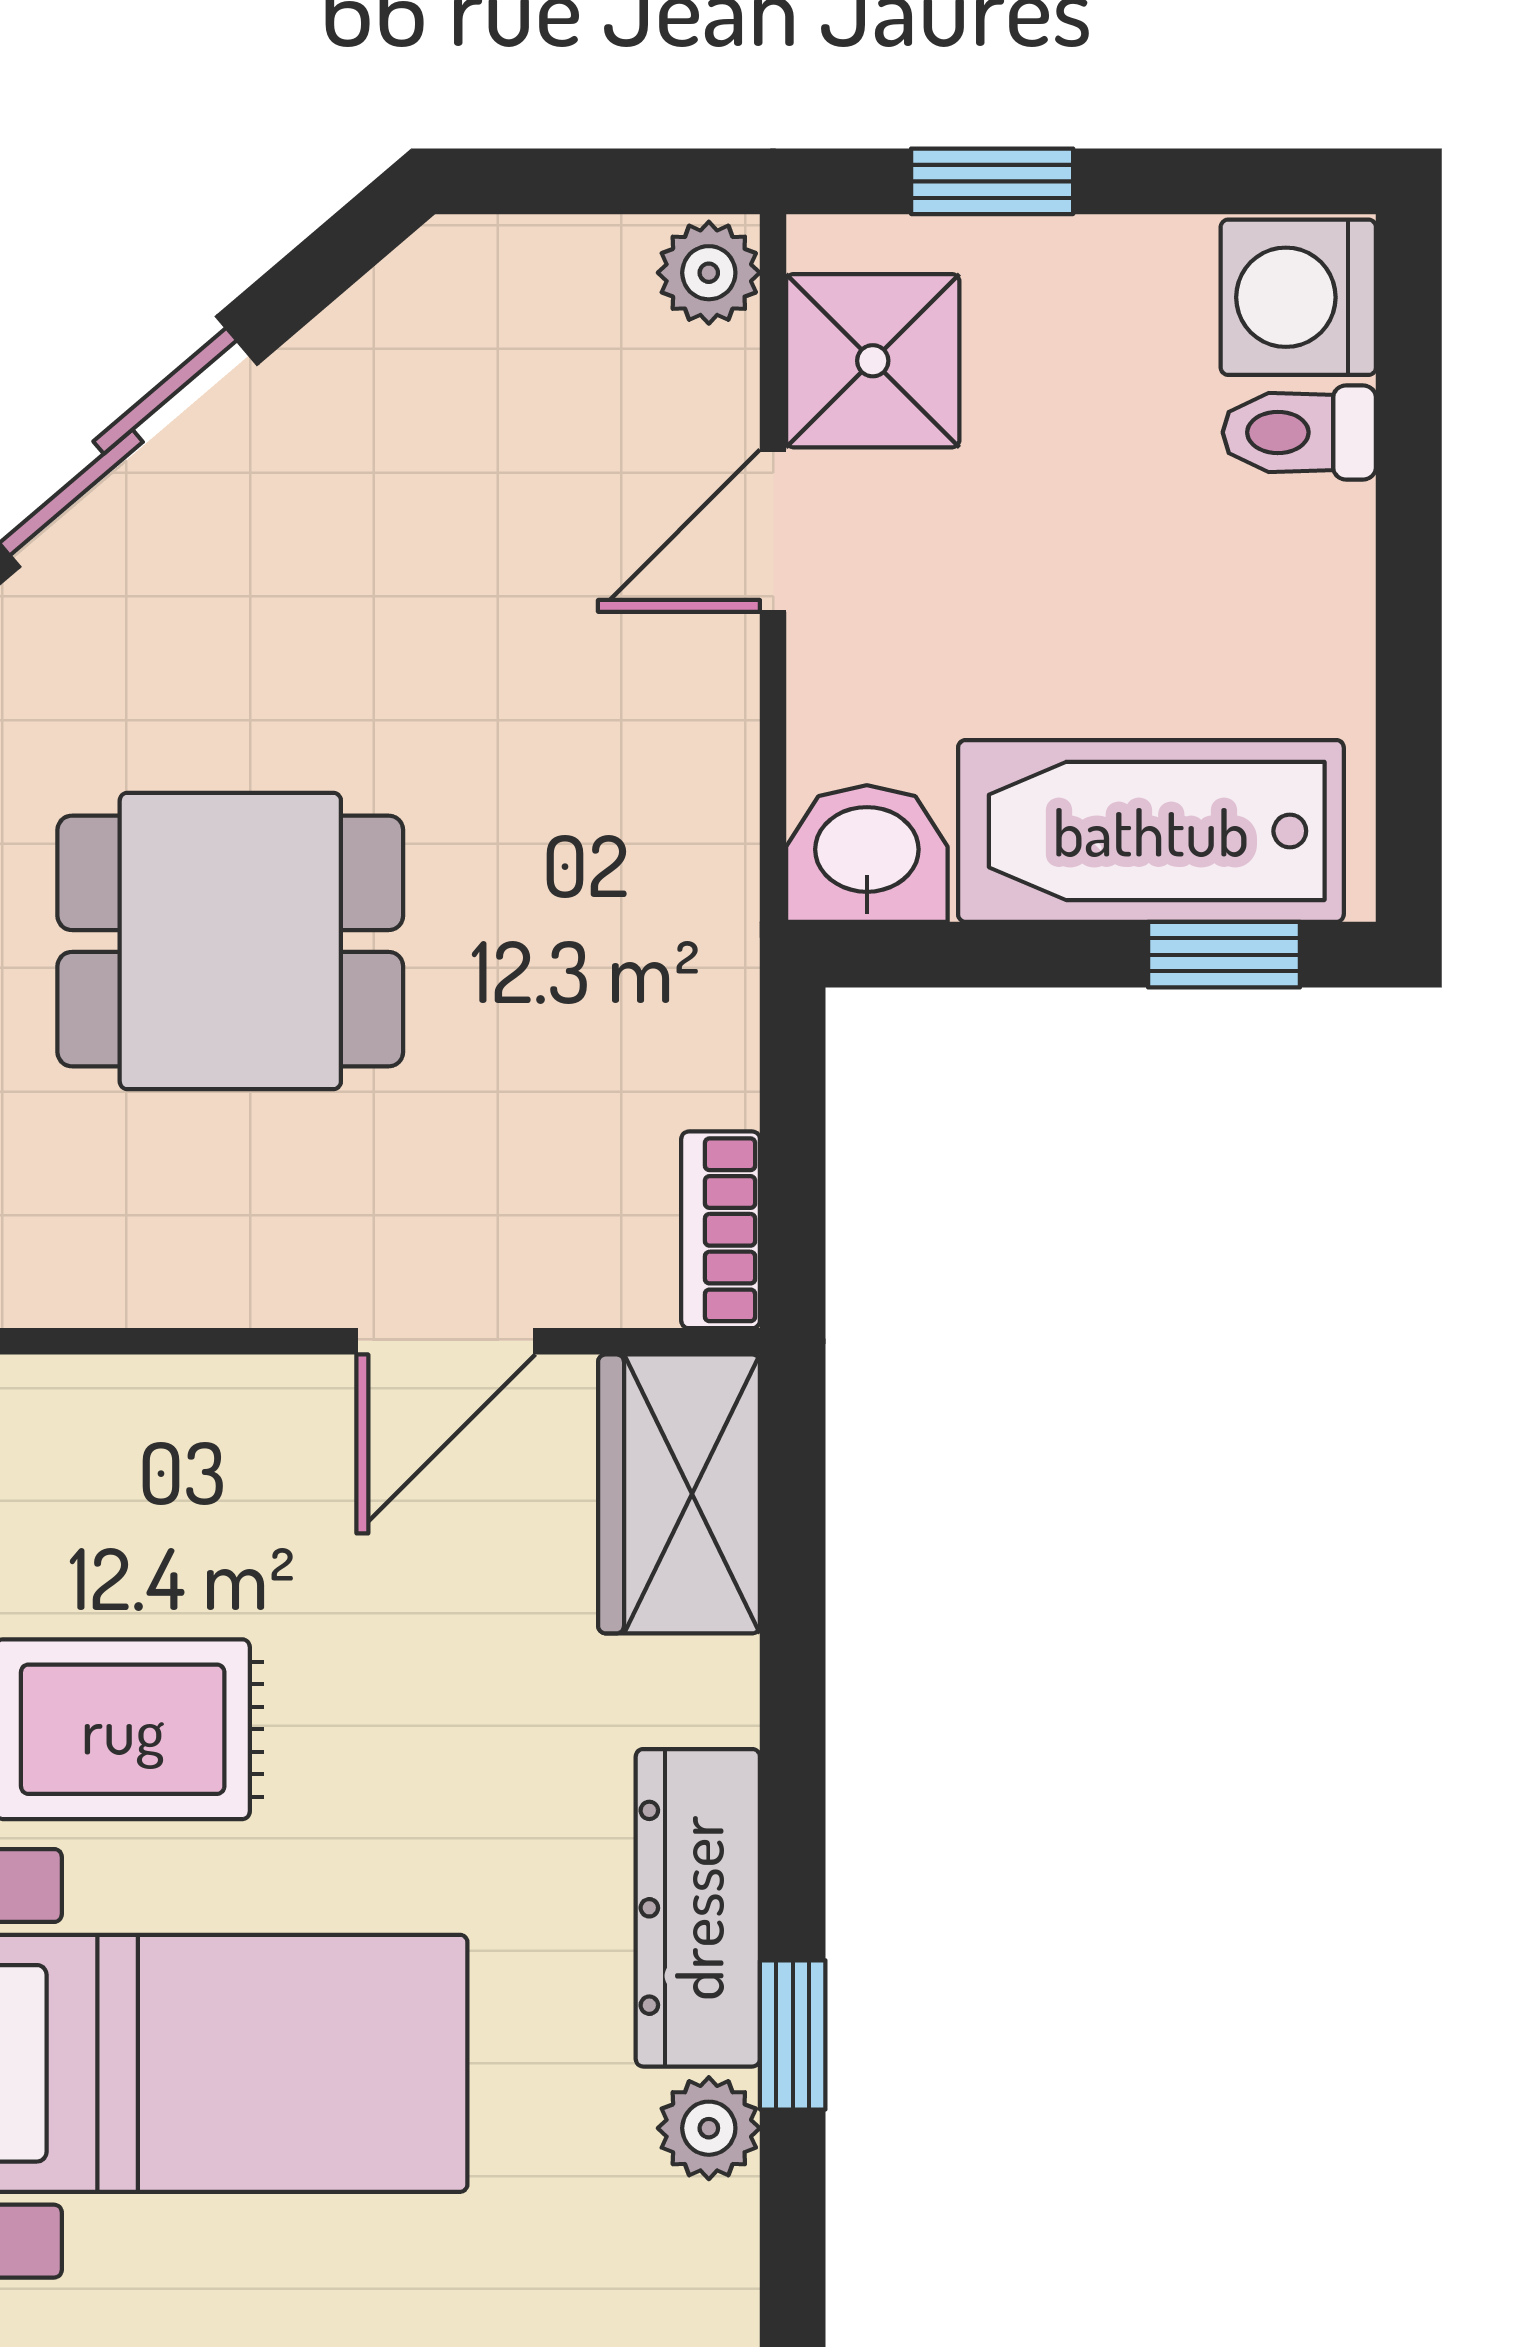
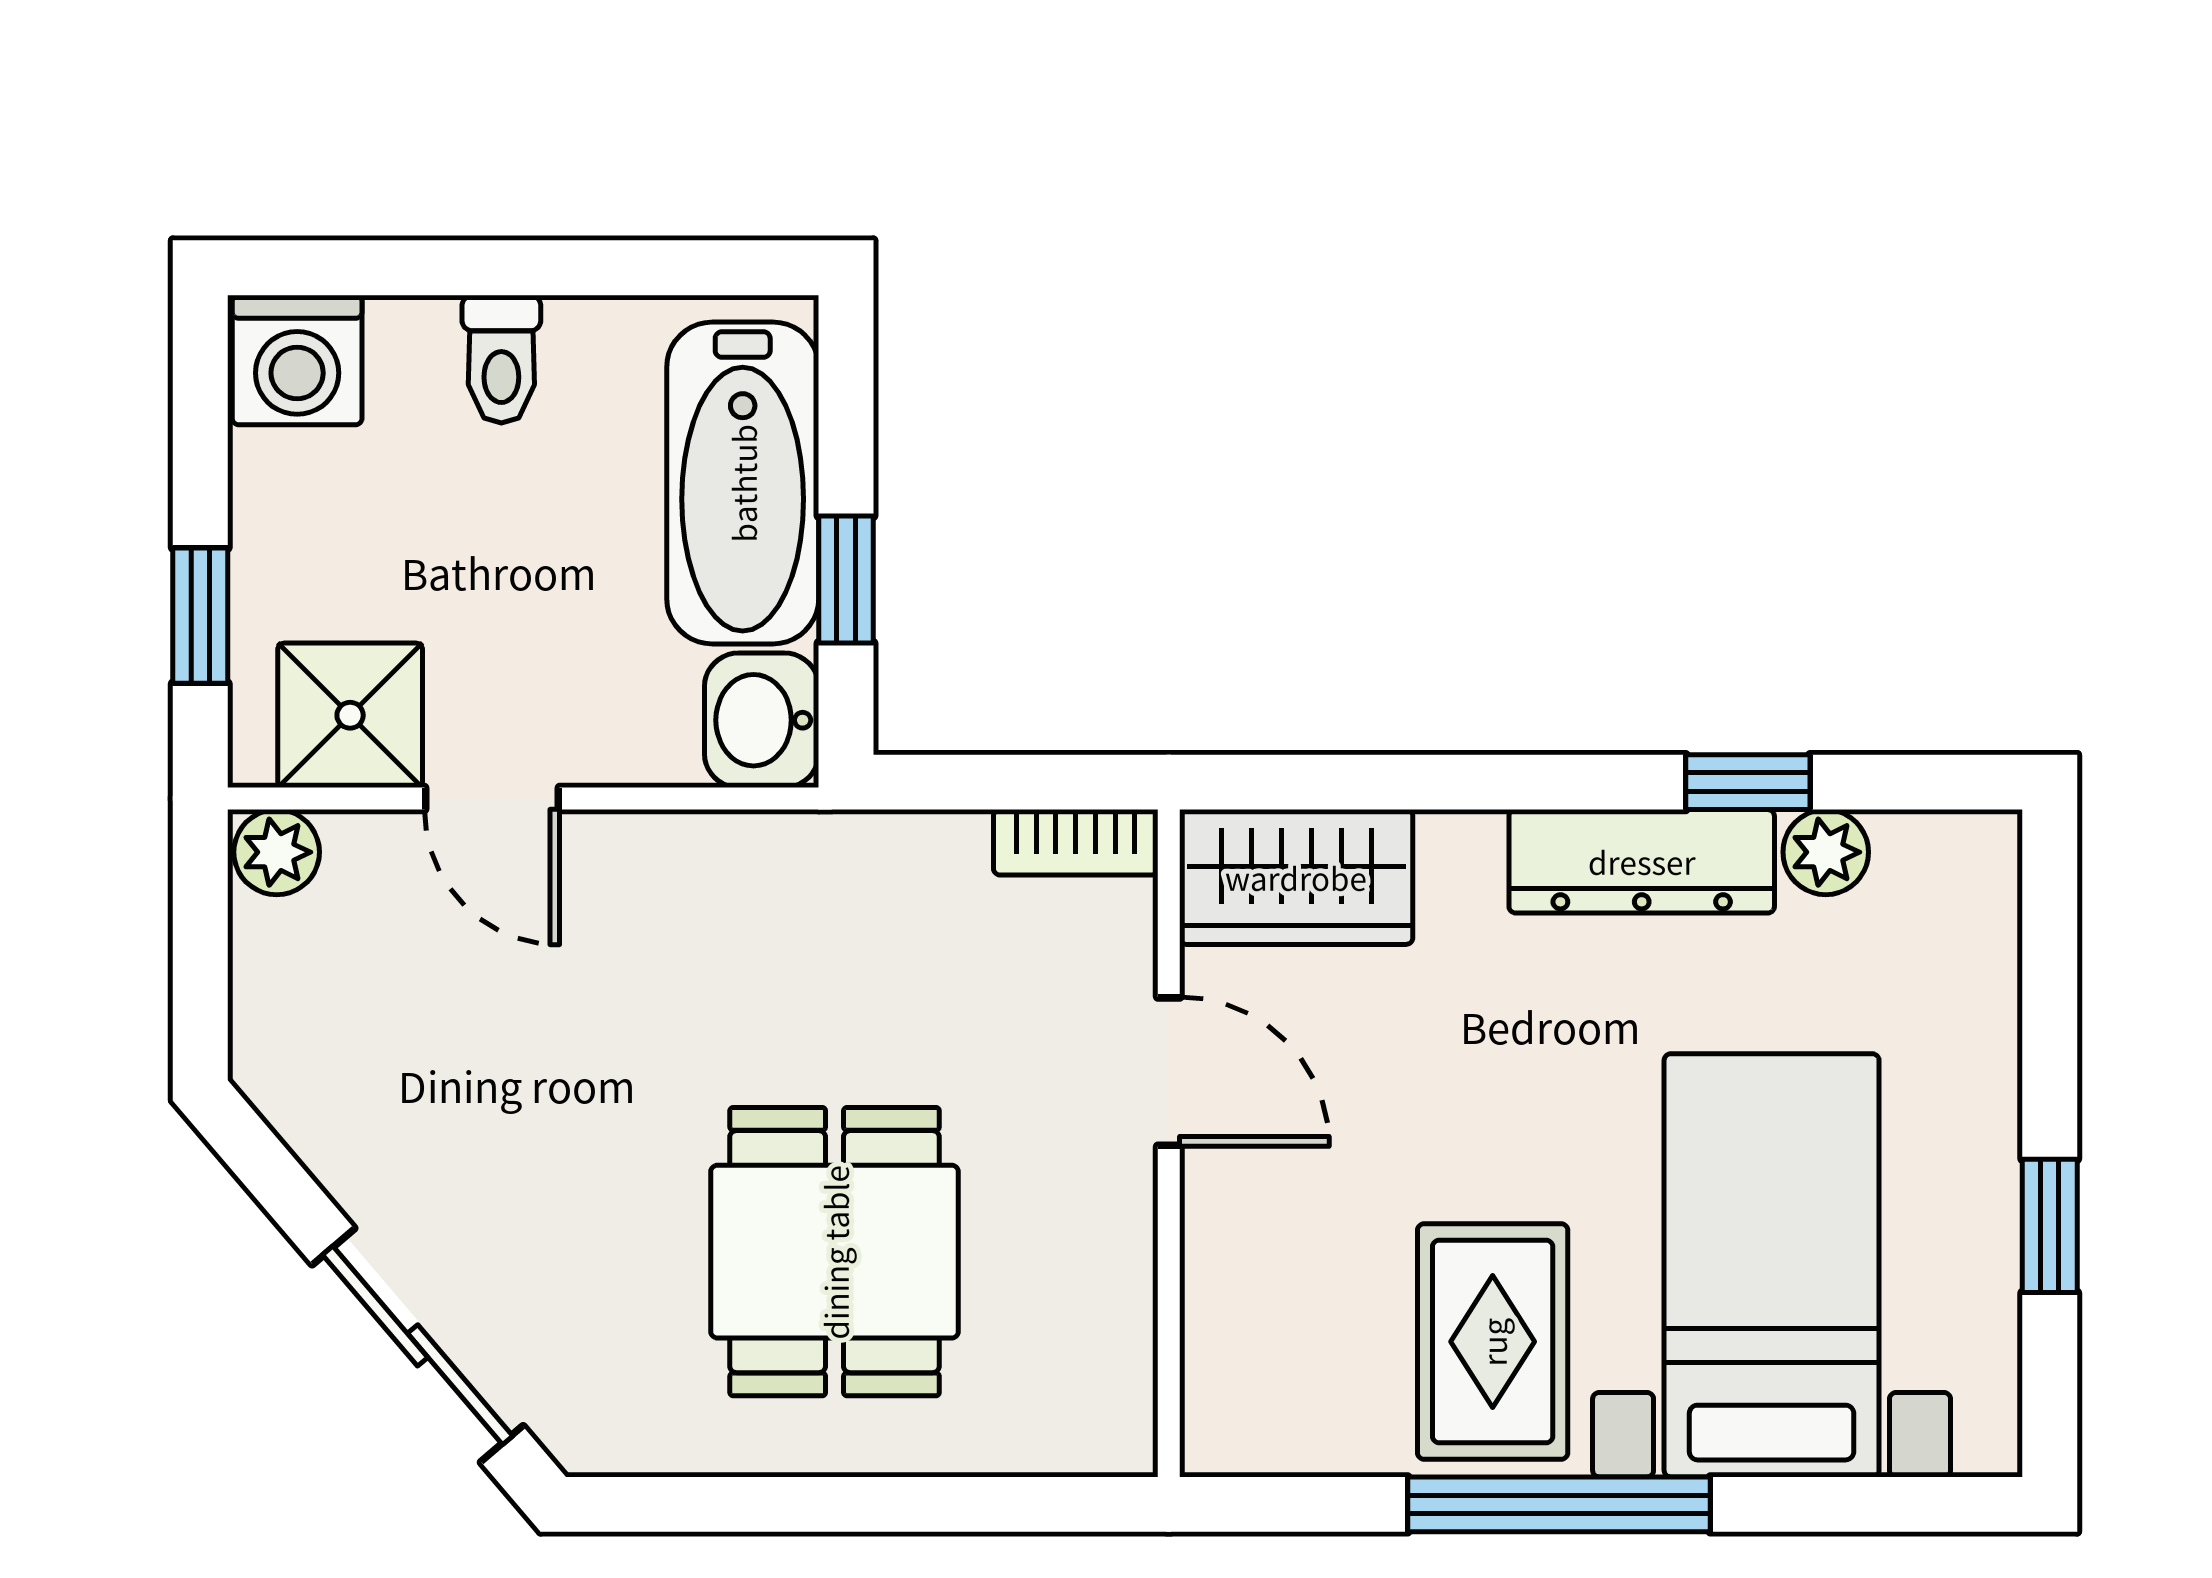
toilet: (1299, 432) -> (501, 359), moved
window: (1224, 955) -> (846, 580), moved

